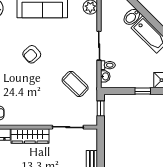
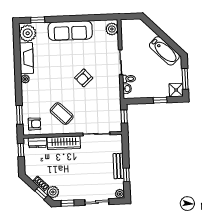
bidet: (132, 17) -> (148, 36), removed
armchair: (32, 54) -> (84, 78), moved
coffee table: (75, 84) -> (62, 114), moved

